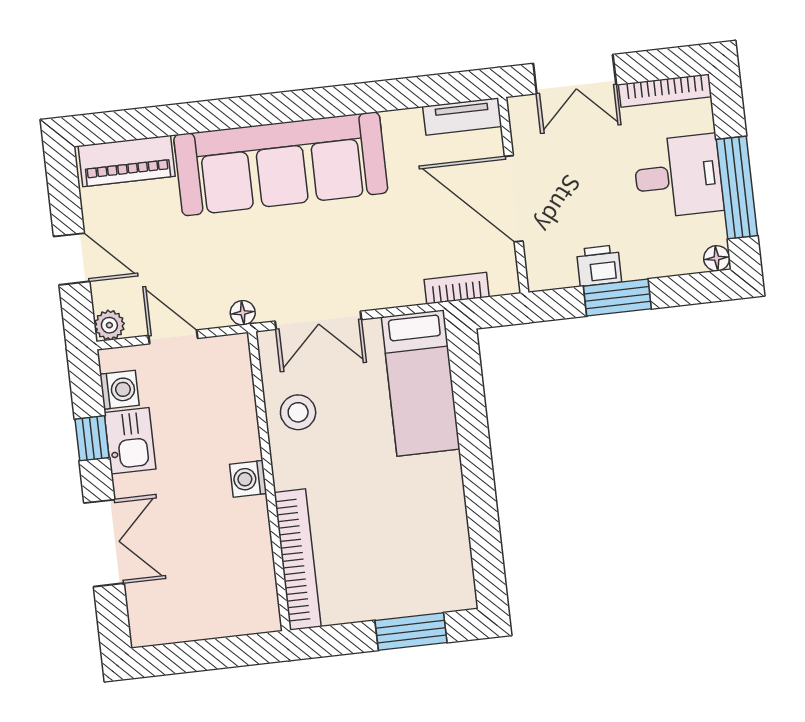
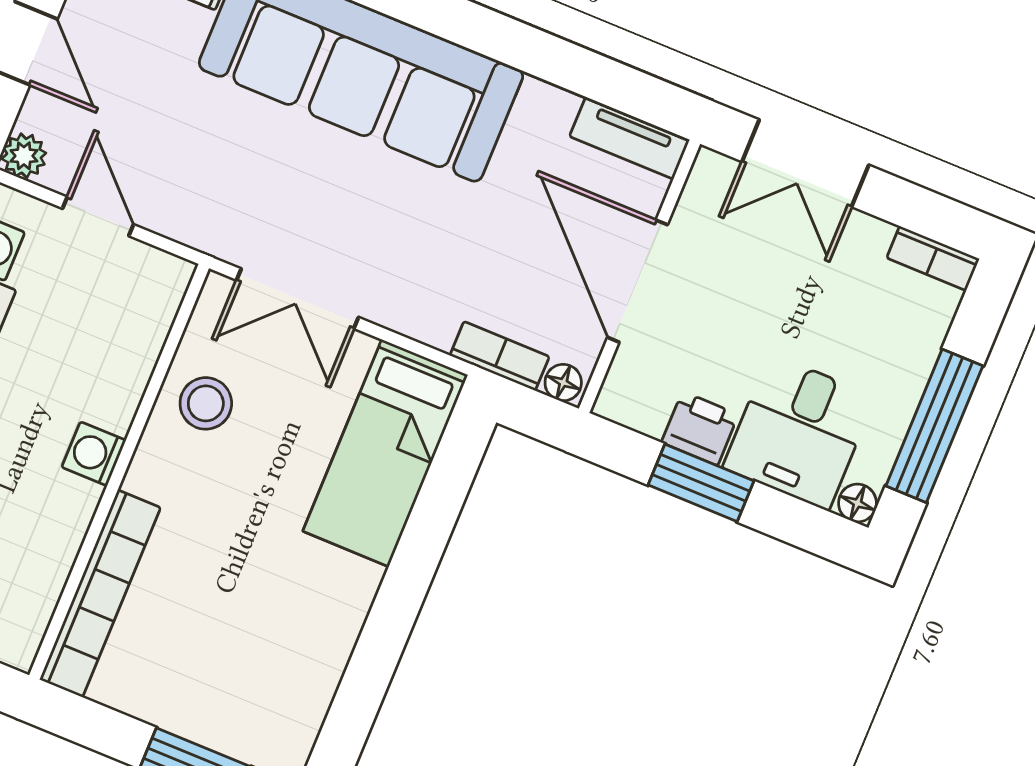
bookcase: (665, 91) -> (933, 258), width x0.64
desk: (678, 176) -> (799, 432), moved, turned 90
floor lamp: (243, 313) -> (563, 383), moved

